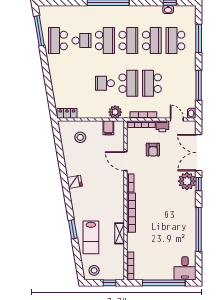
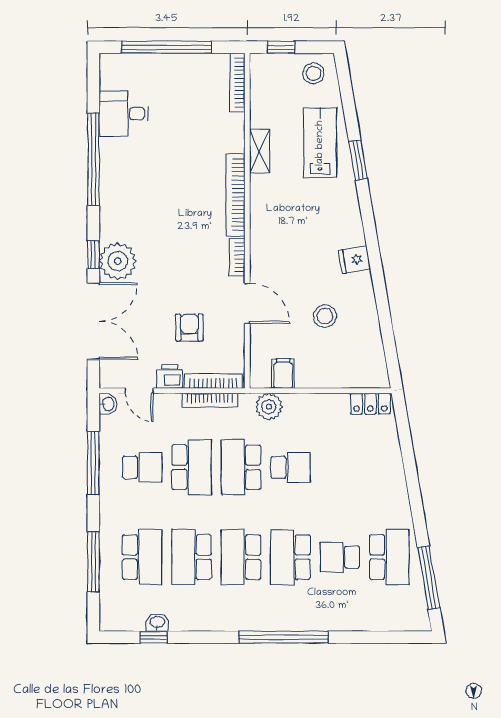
school desk: (175, 83) -> (142, 467), added
stool: (80, 137) -> (325, 316), moved
desk: (185, 268) -> (124, 114), moved, turned -90

